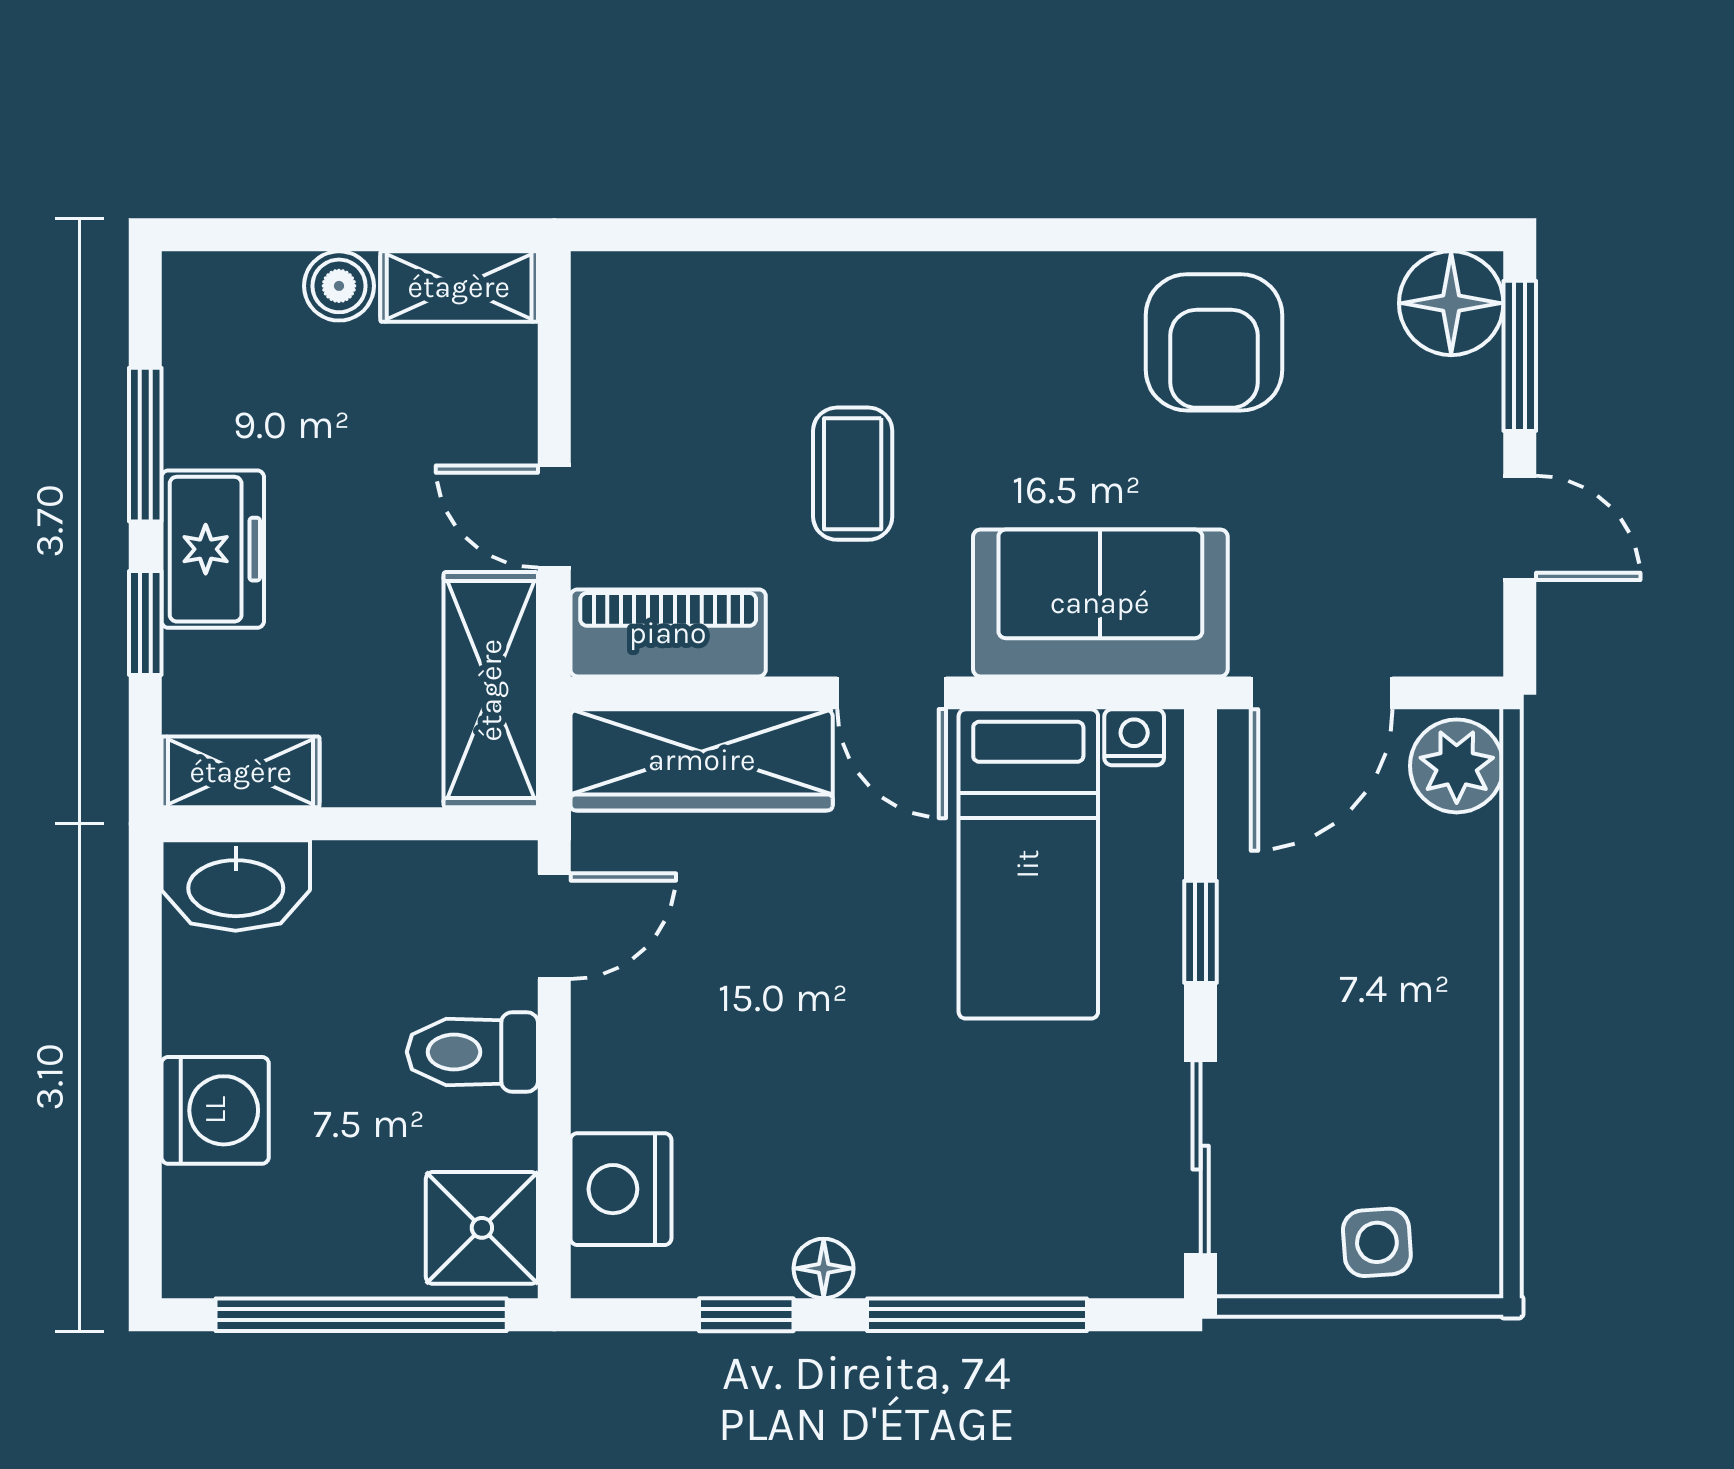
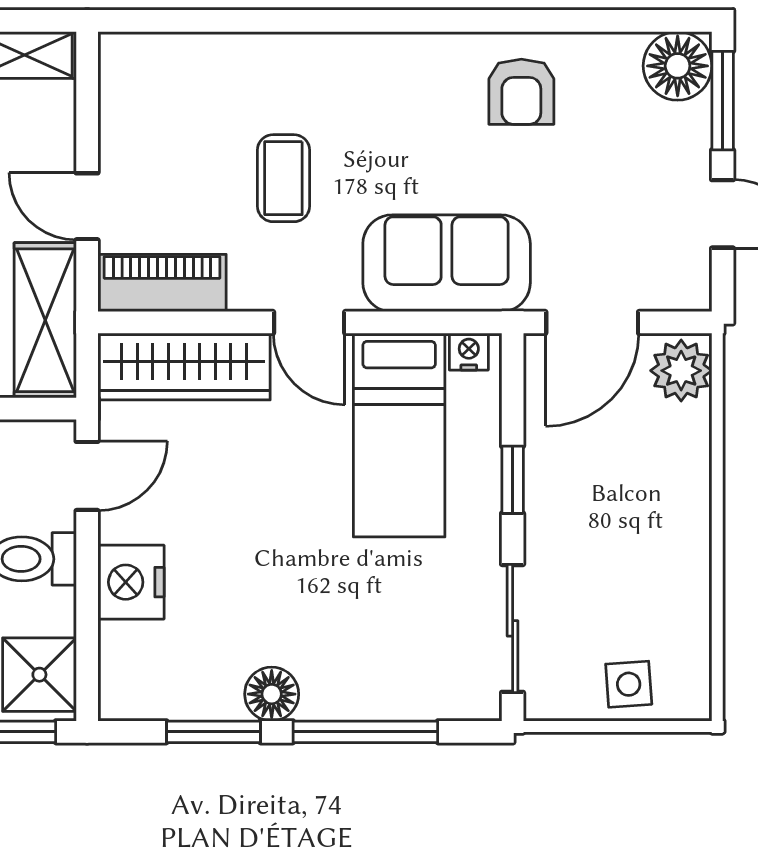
armchair: (1214, 342) -> (521, 92), width x0.72, depth x0.72
nightstand: (621, 1189) -> (131, 582), moved
floor lamp: (824, 1268) -> (272, 694), width x1.37, depth x1.37
window: (746, 1315) -> (213, 732), width x1.50

